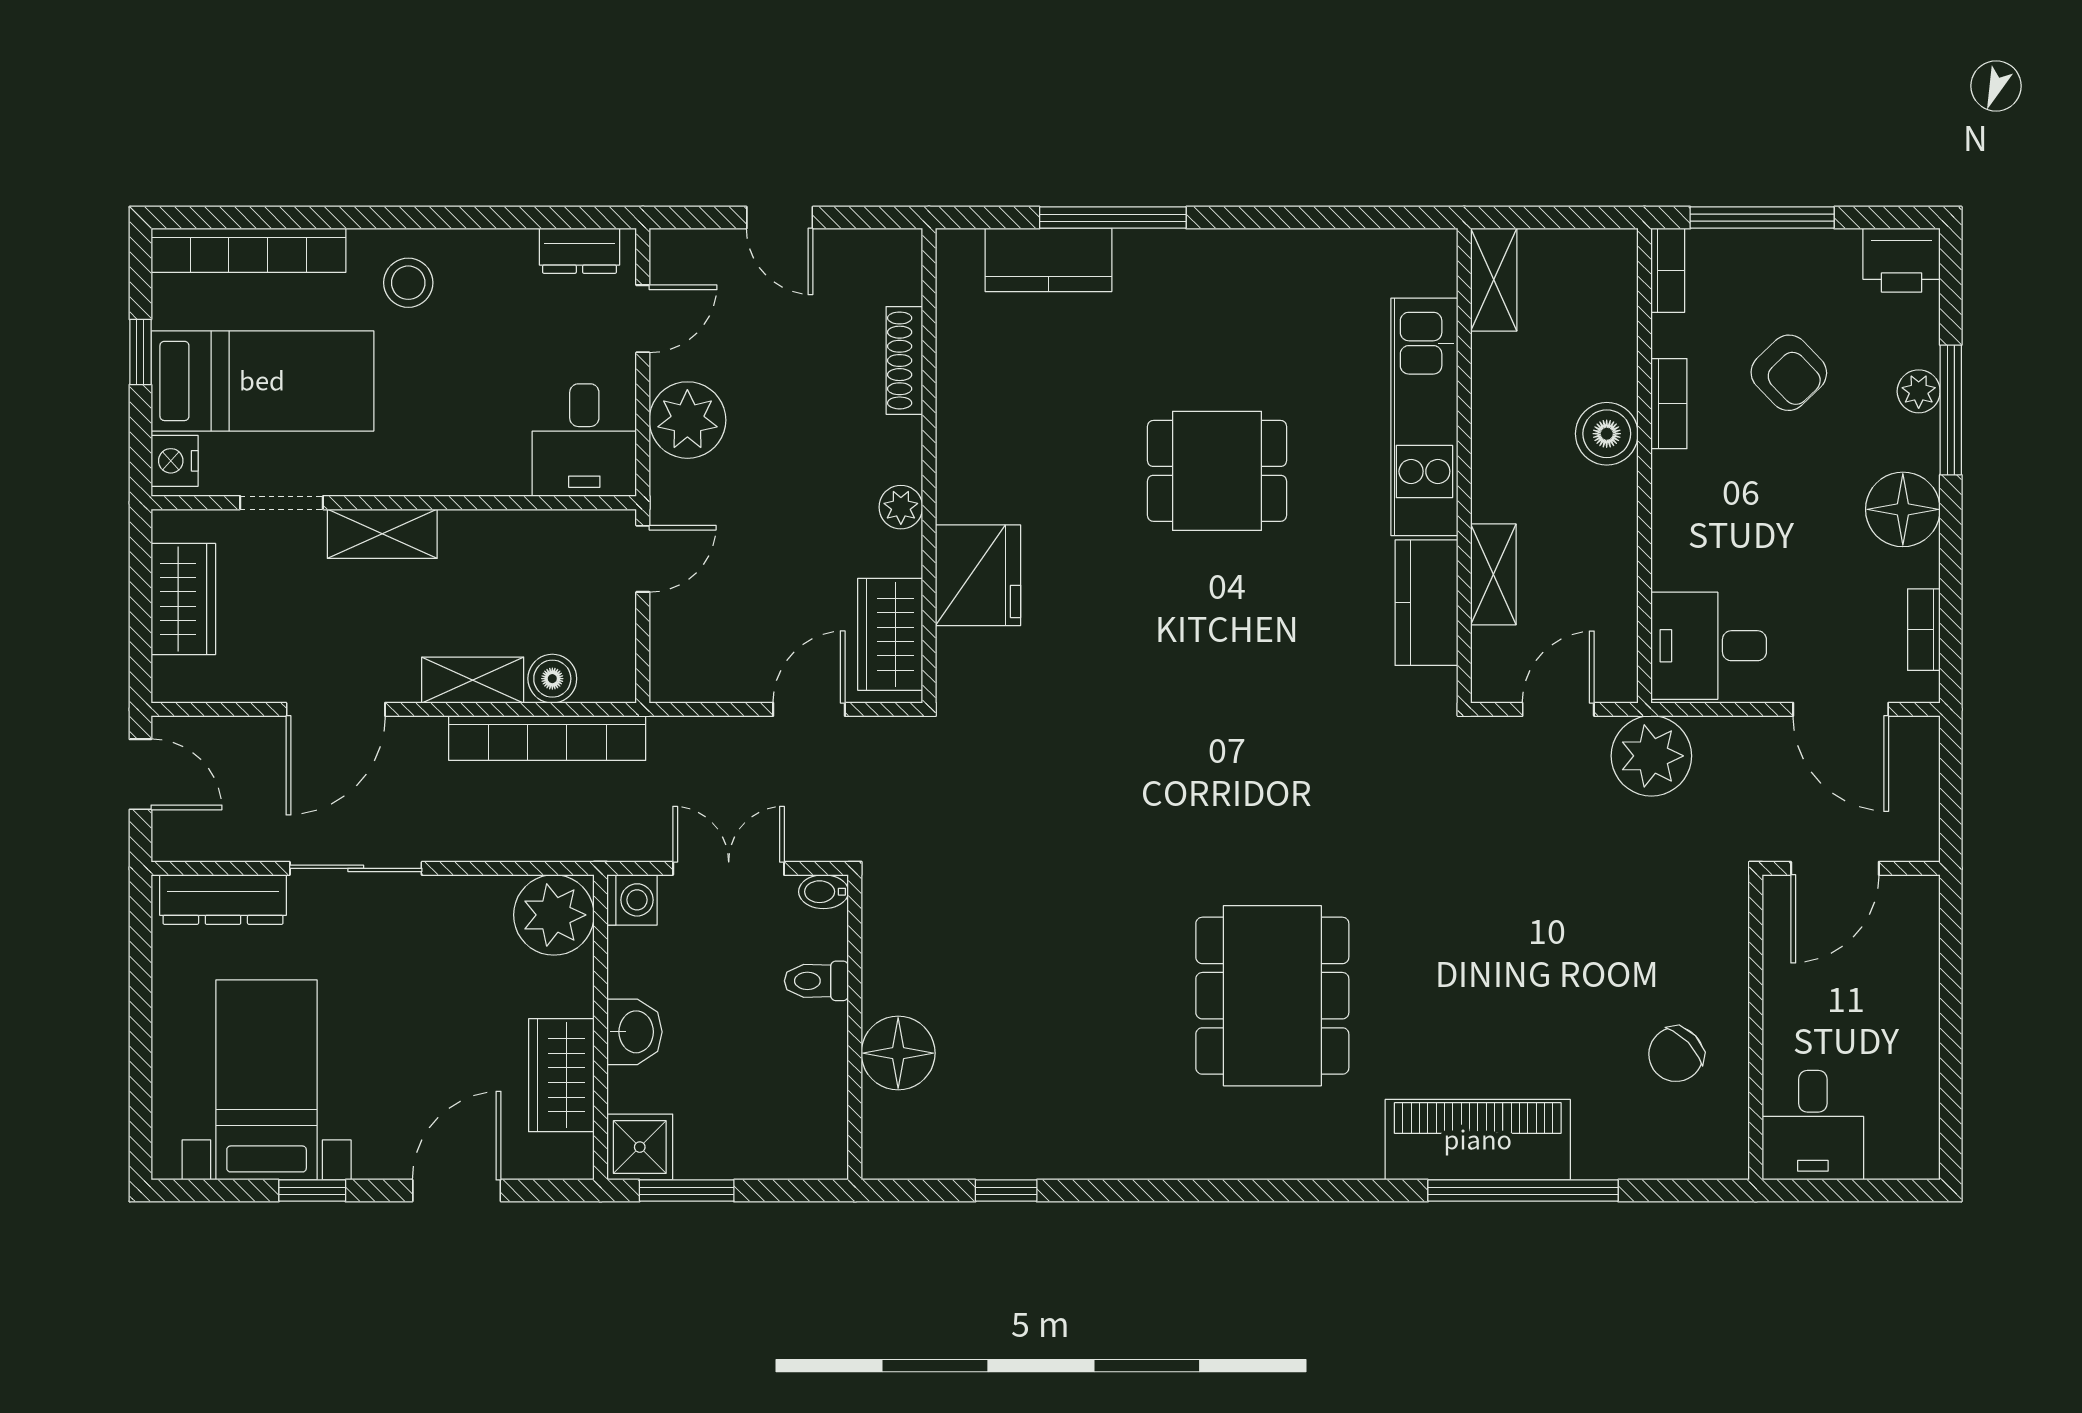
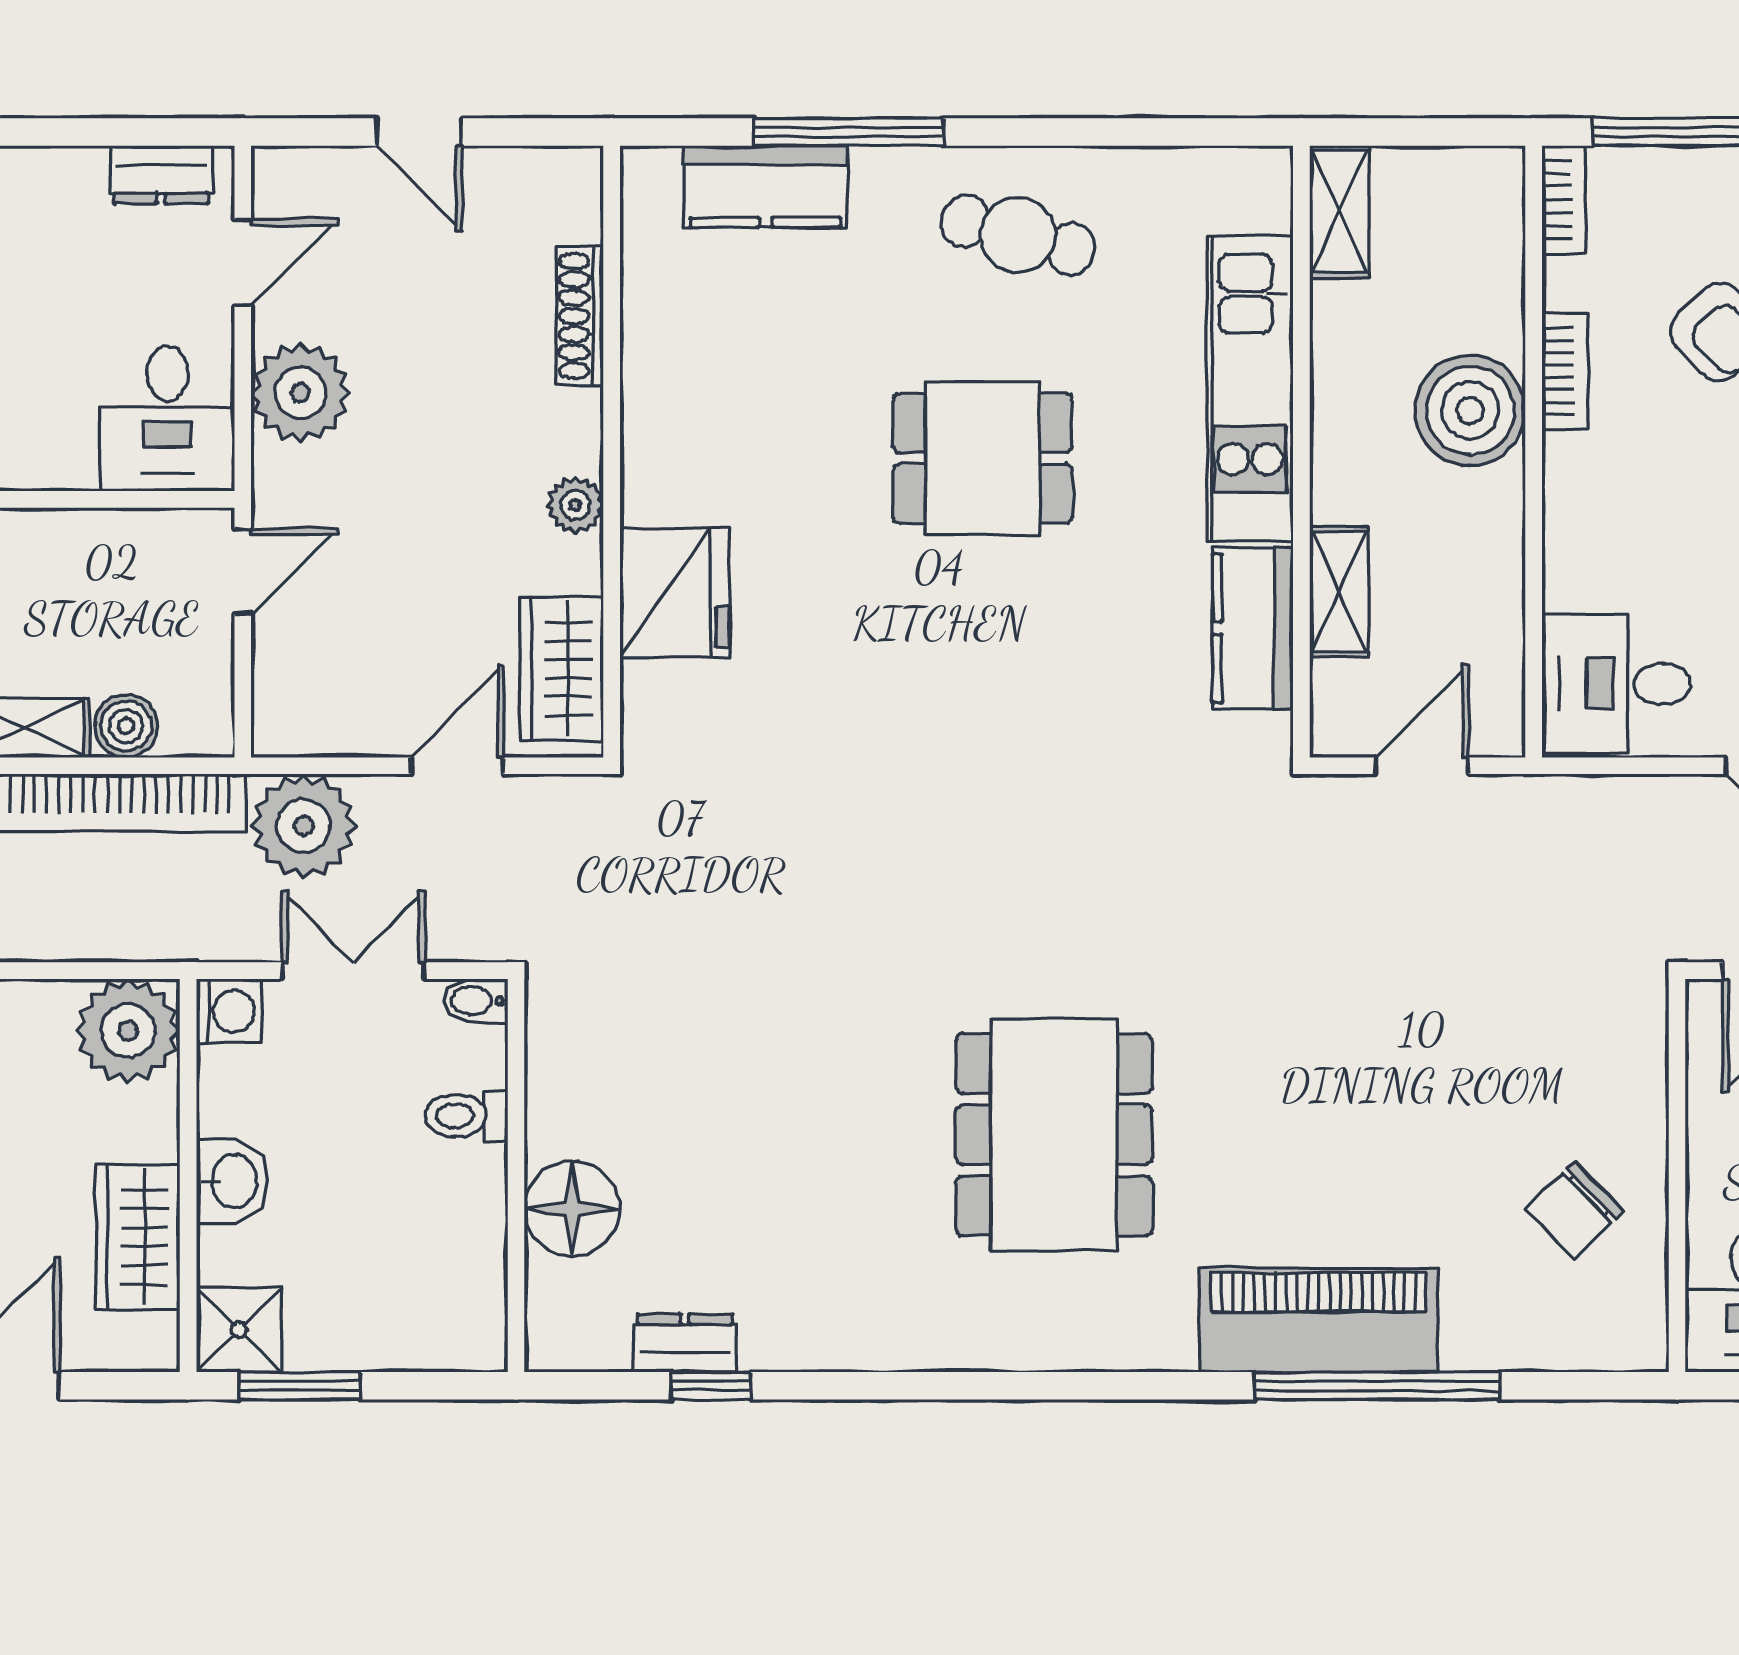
cafe table: (1244, 298) -> (1018, 235), added
boiler: (1607, 434) -> (1470, 410), width x1.37, depth x1.37
plant: (1651, 756) -> (304, 826), moved
dresser: (986, 1157) -> (685, 1343), added

